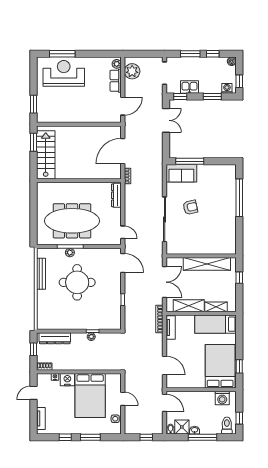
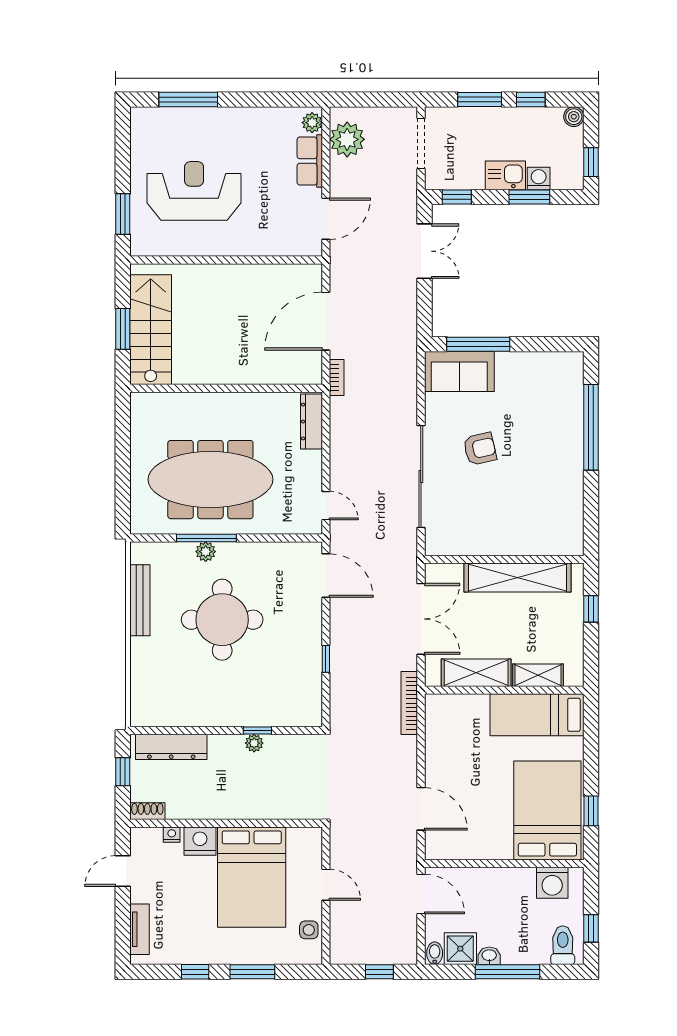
reception desk: (64, 73) -> (194, 191), moved
kitchen sink: (189, 87) -> (505, 175), moved
washing machine: (227, 88) -> (539, 179), moved
window: (33, 142) -> (123, 329), moved
tv unit: (171, 328) -> (435, 722), removed

